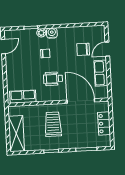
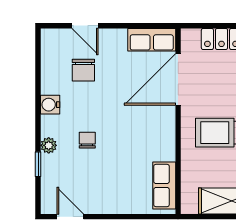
water cooler: (52, 33) -> (50, 105), moved
row of seats: (101, 73) -> (152, 40), moved
wheelchair: (53, 79) -> (134, 128), removed

